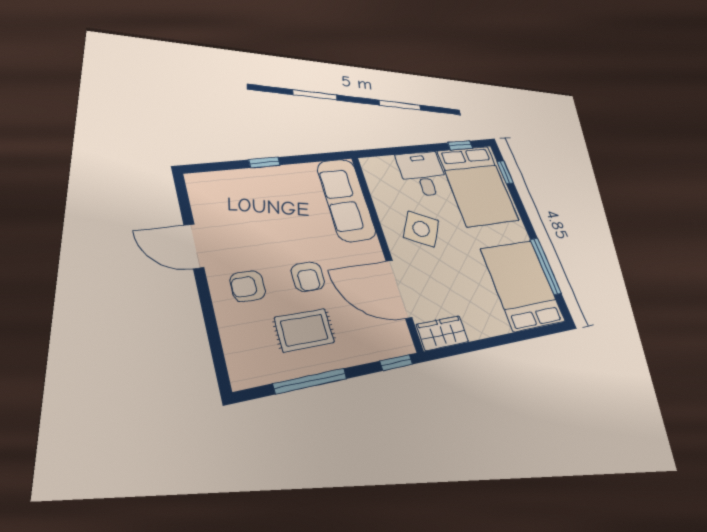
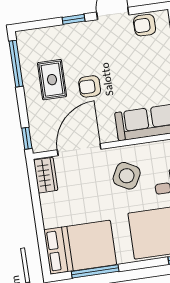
armchair: (248, 286) -> (145, 25), moved, turned -90
window: (206, 302) -> (73, 19), added
window: (310, 381) -> (16, 64), moved

